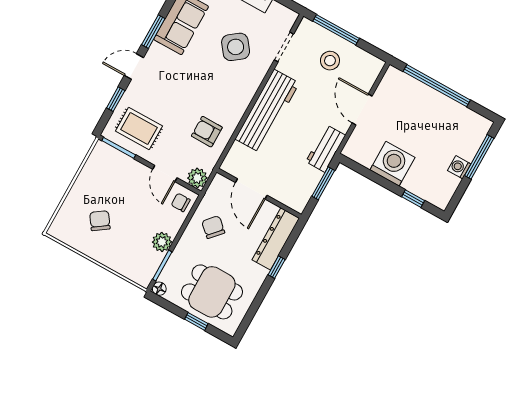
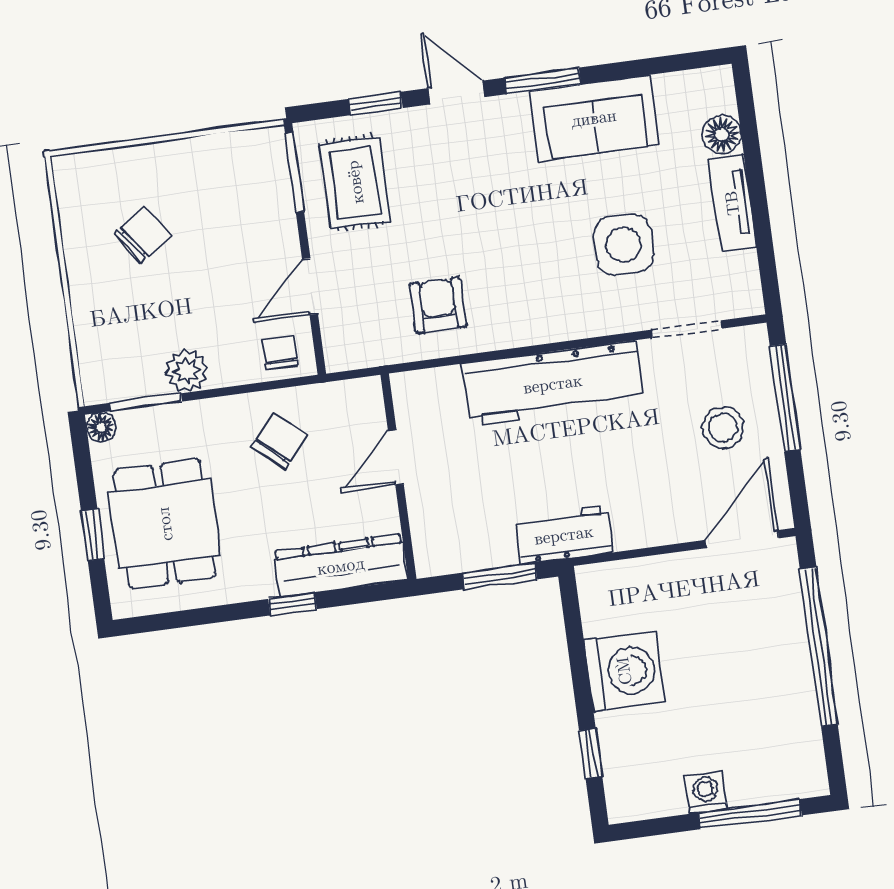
side table: (236, 47) -> (624, 245), turned 37
door: (362, 110) -> (742, 539), moved
plant: (197, 178) -> (345, 349), removed
door: (251, 189) -> (396, 458), width x0.73

